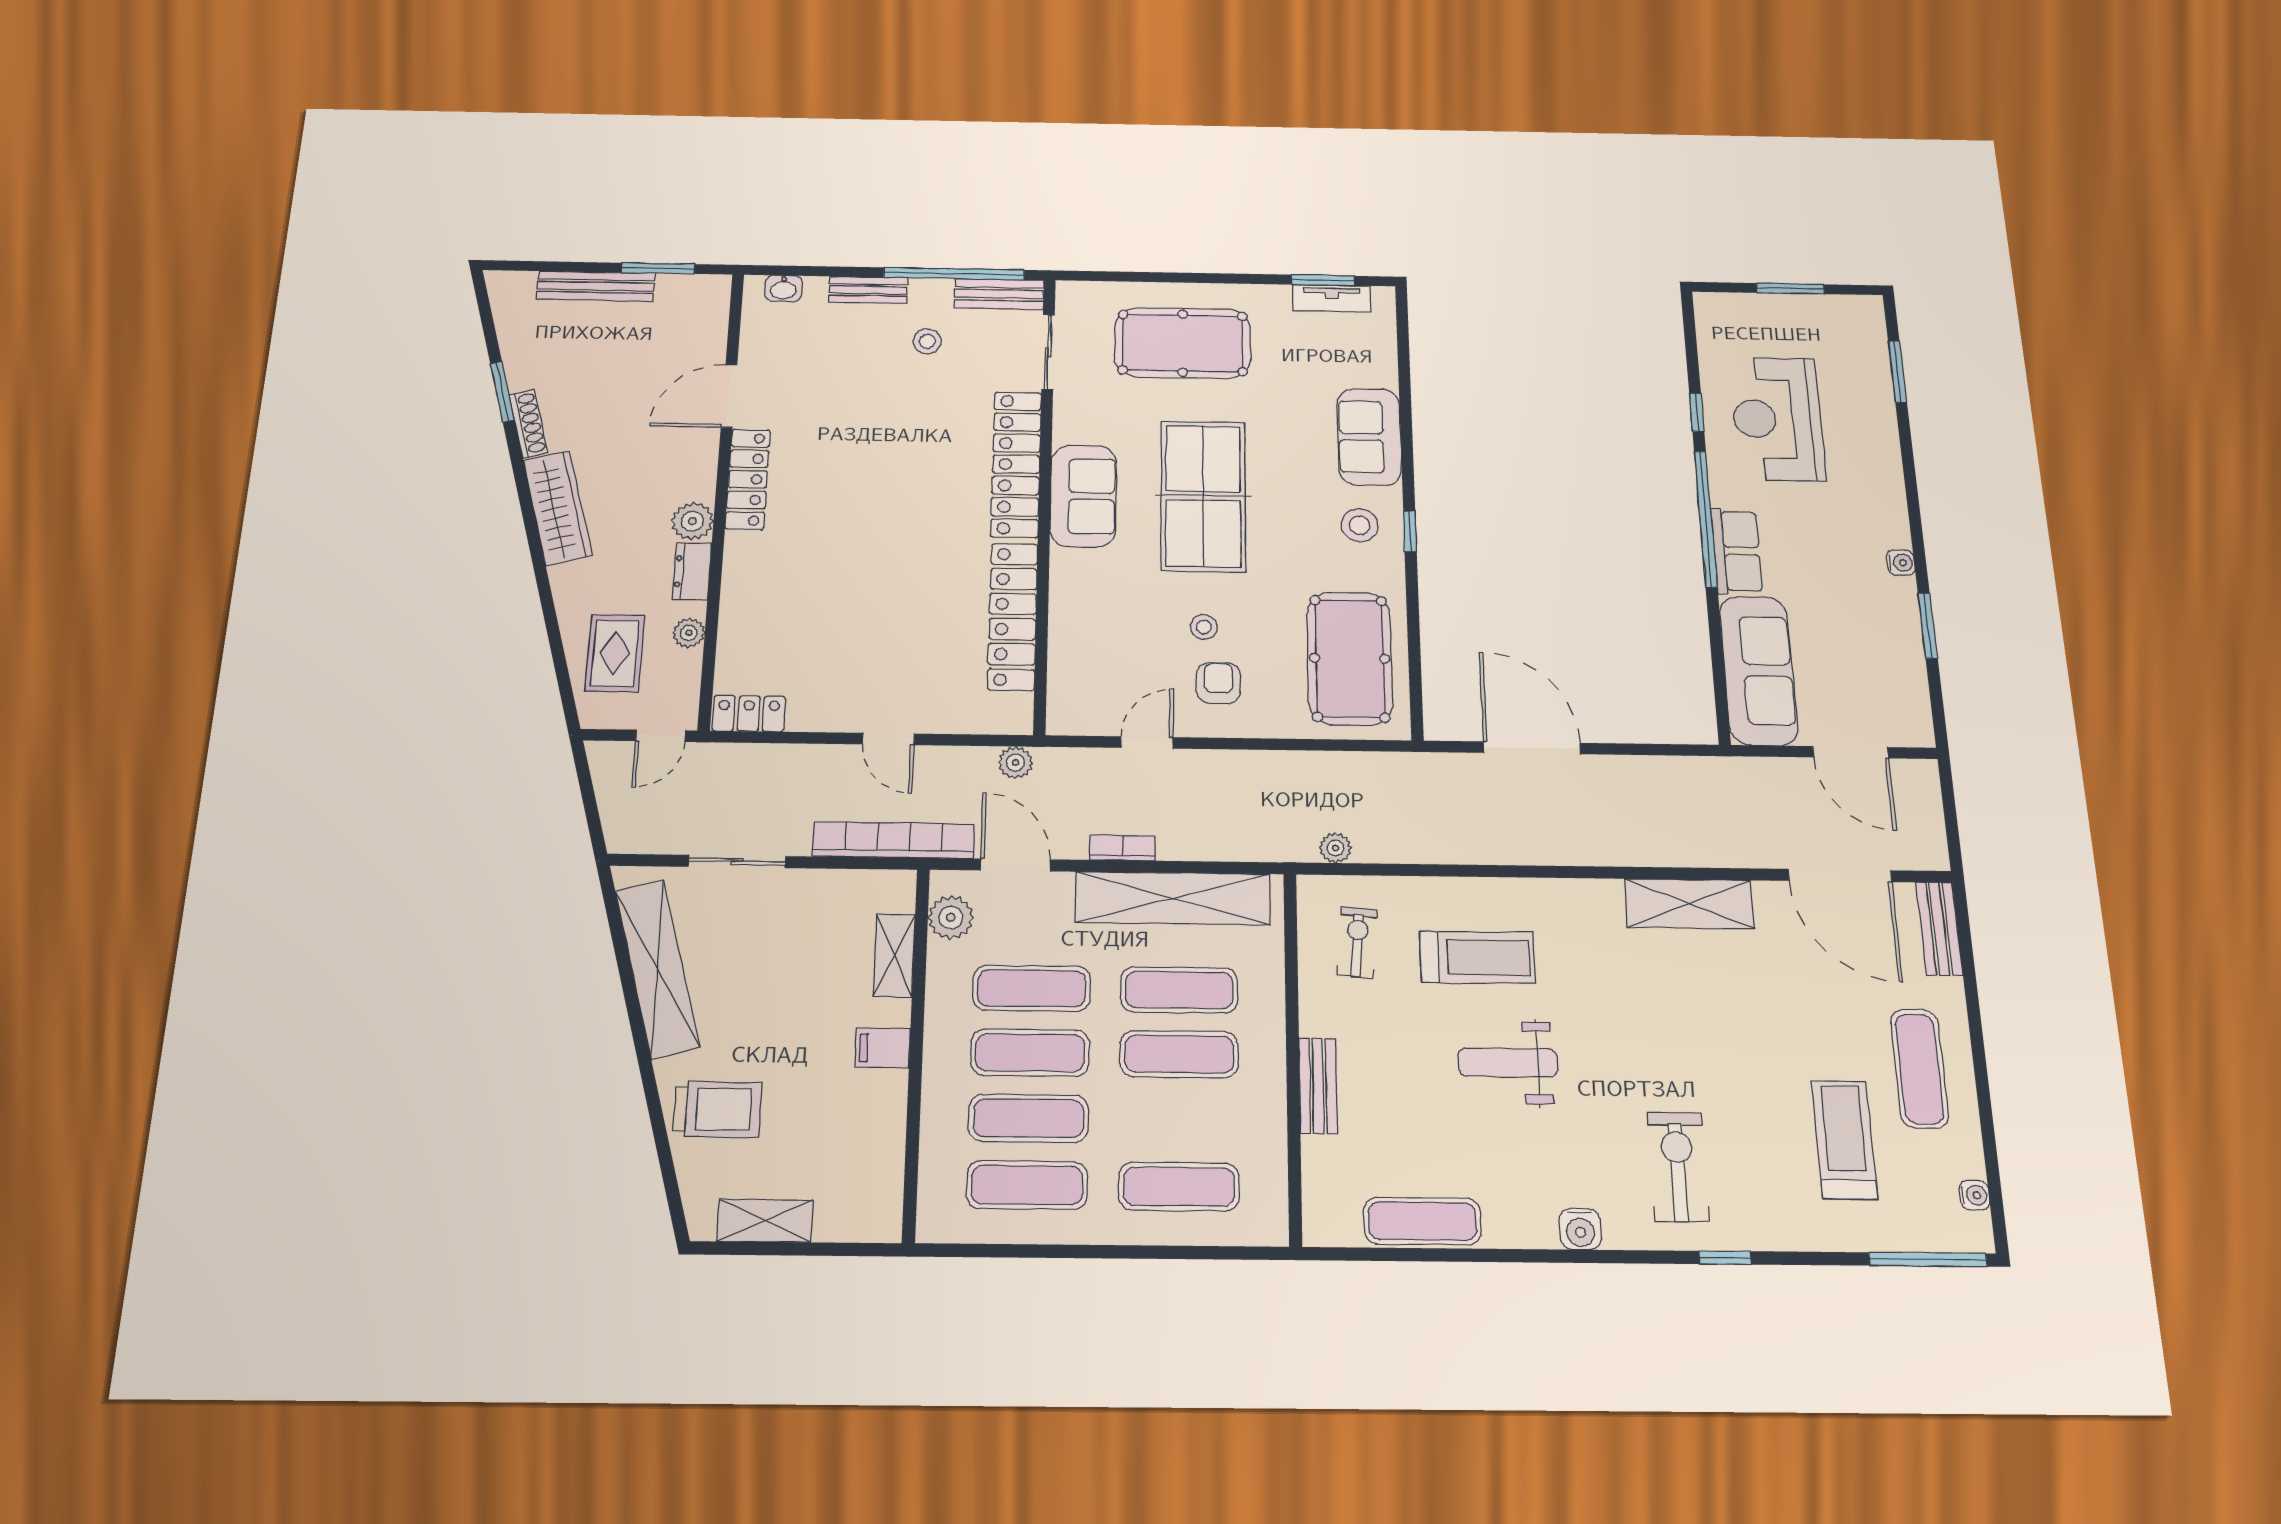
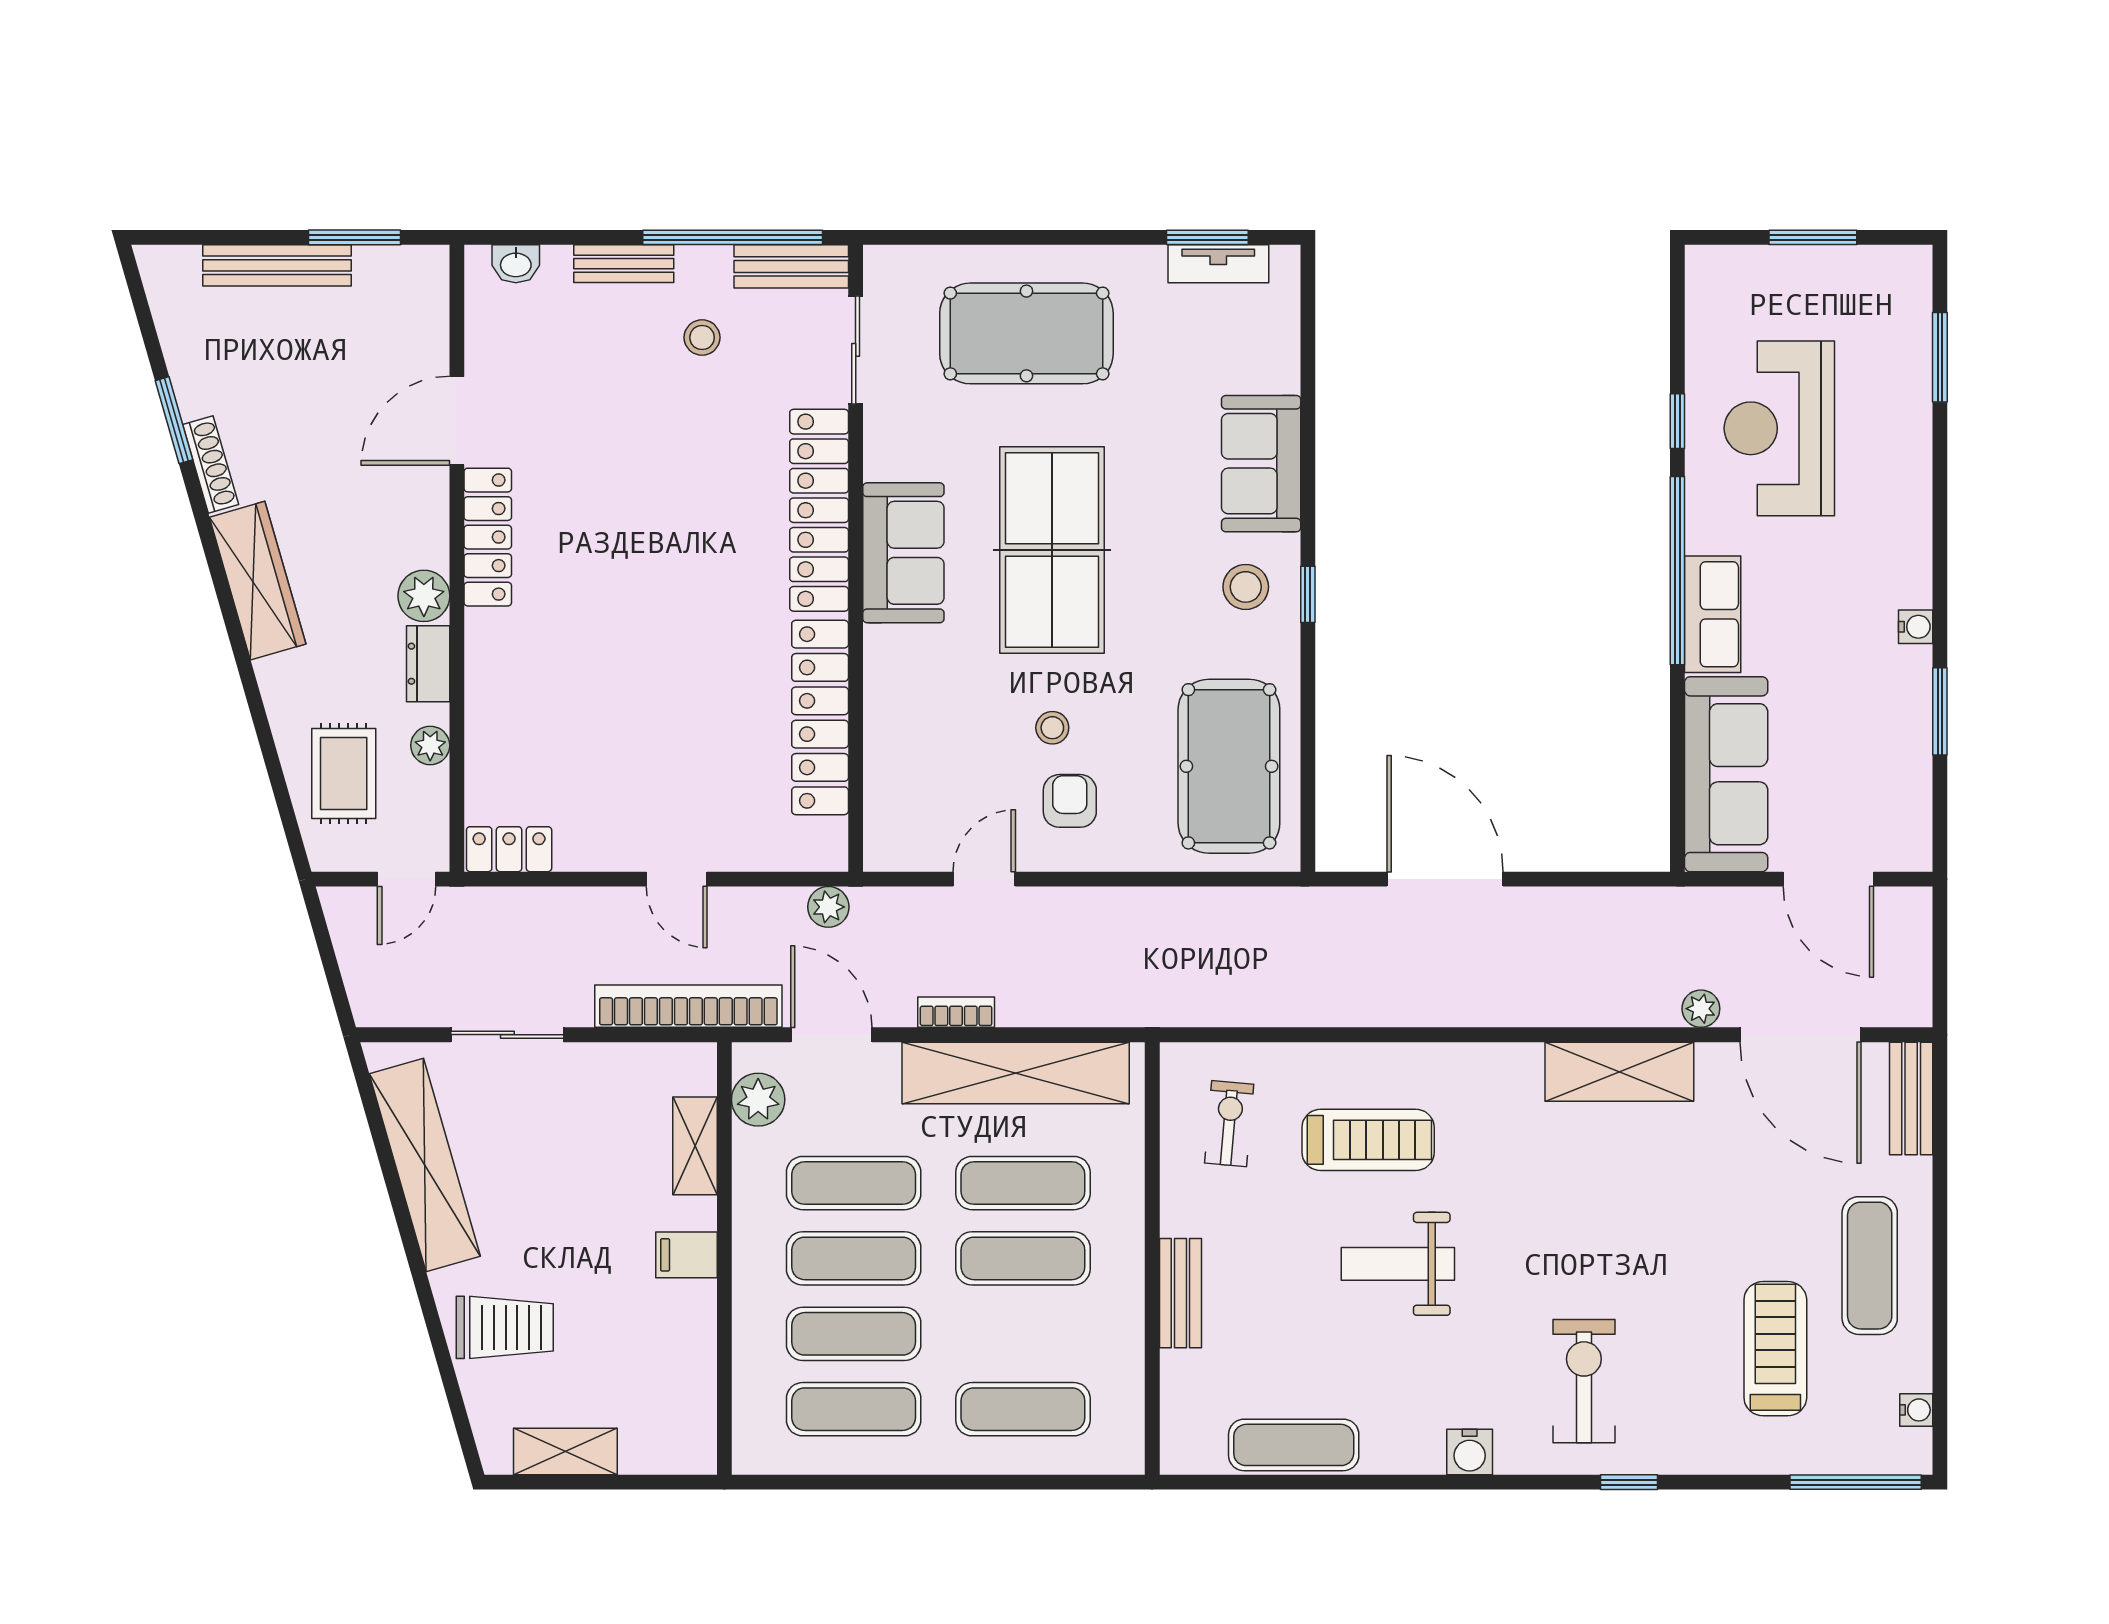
plant: (1335, 848) -> (1701, 1009), moved

